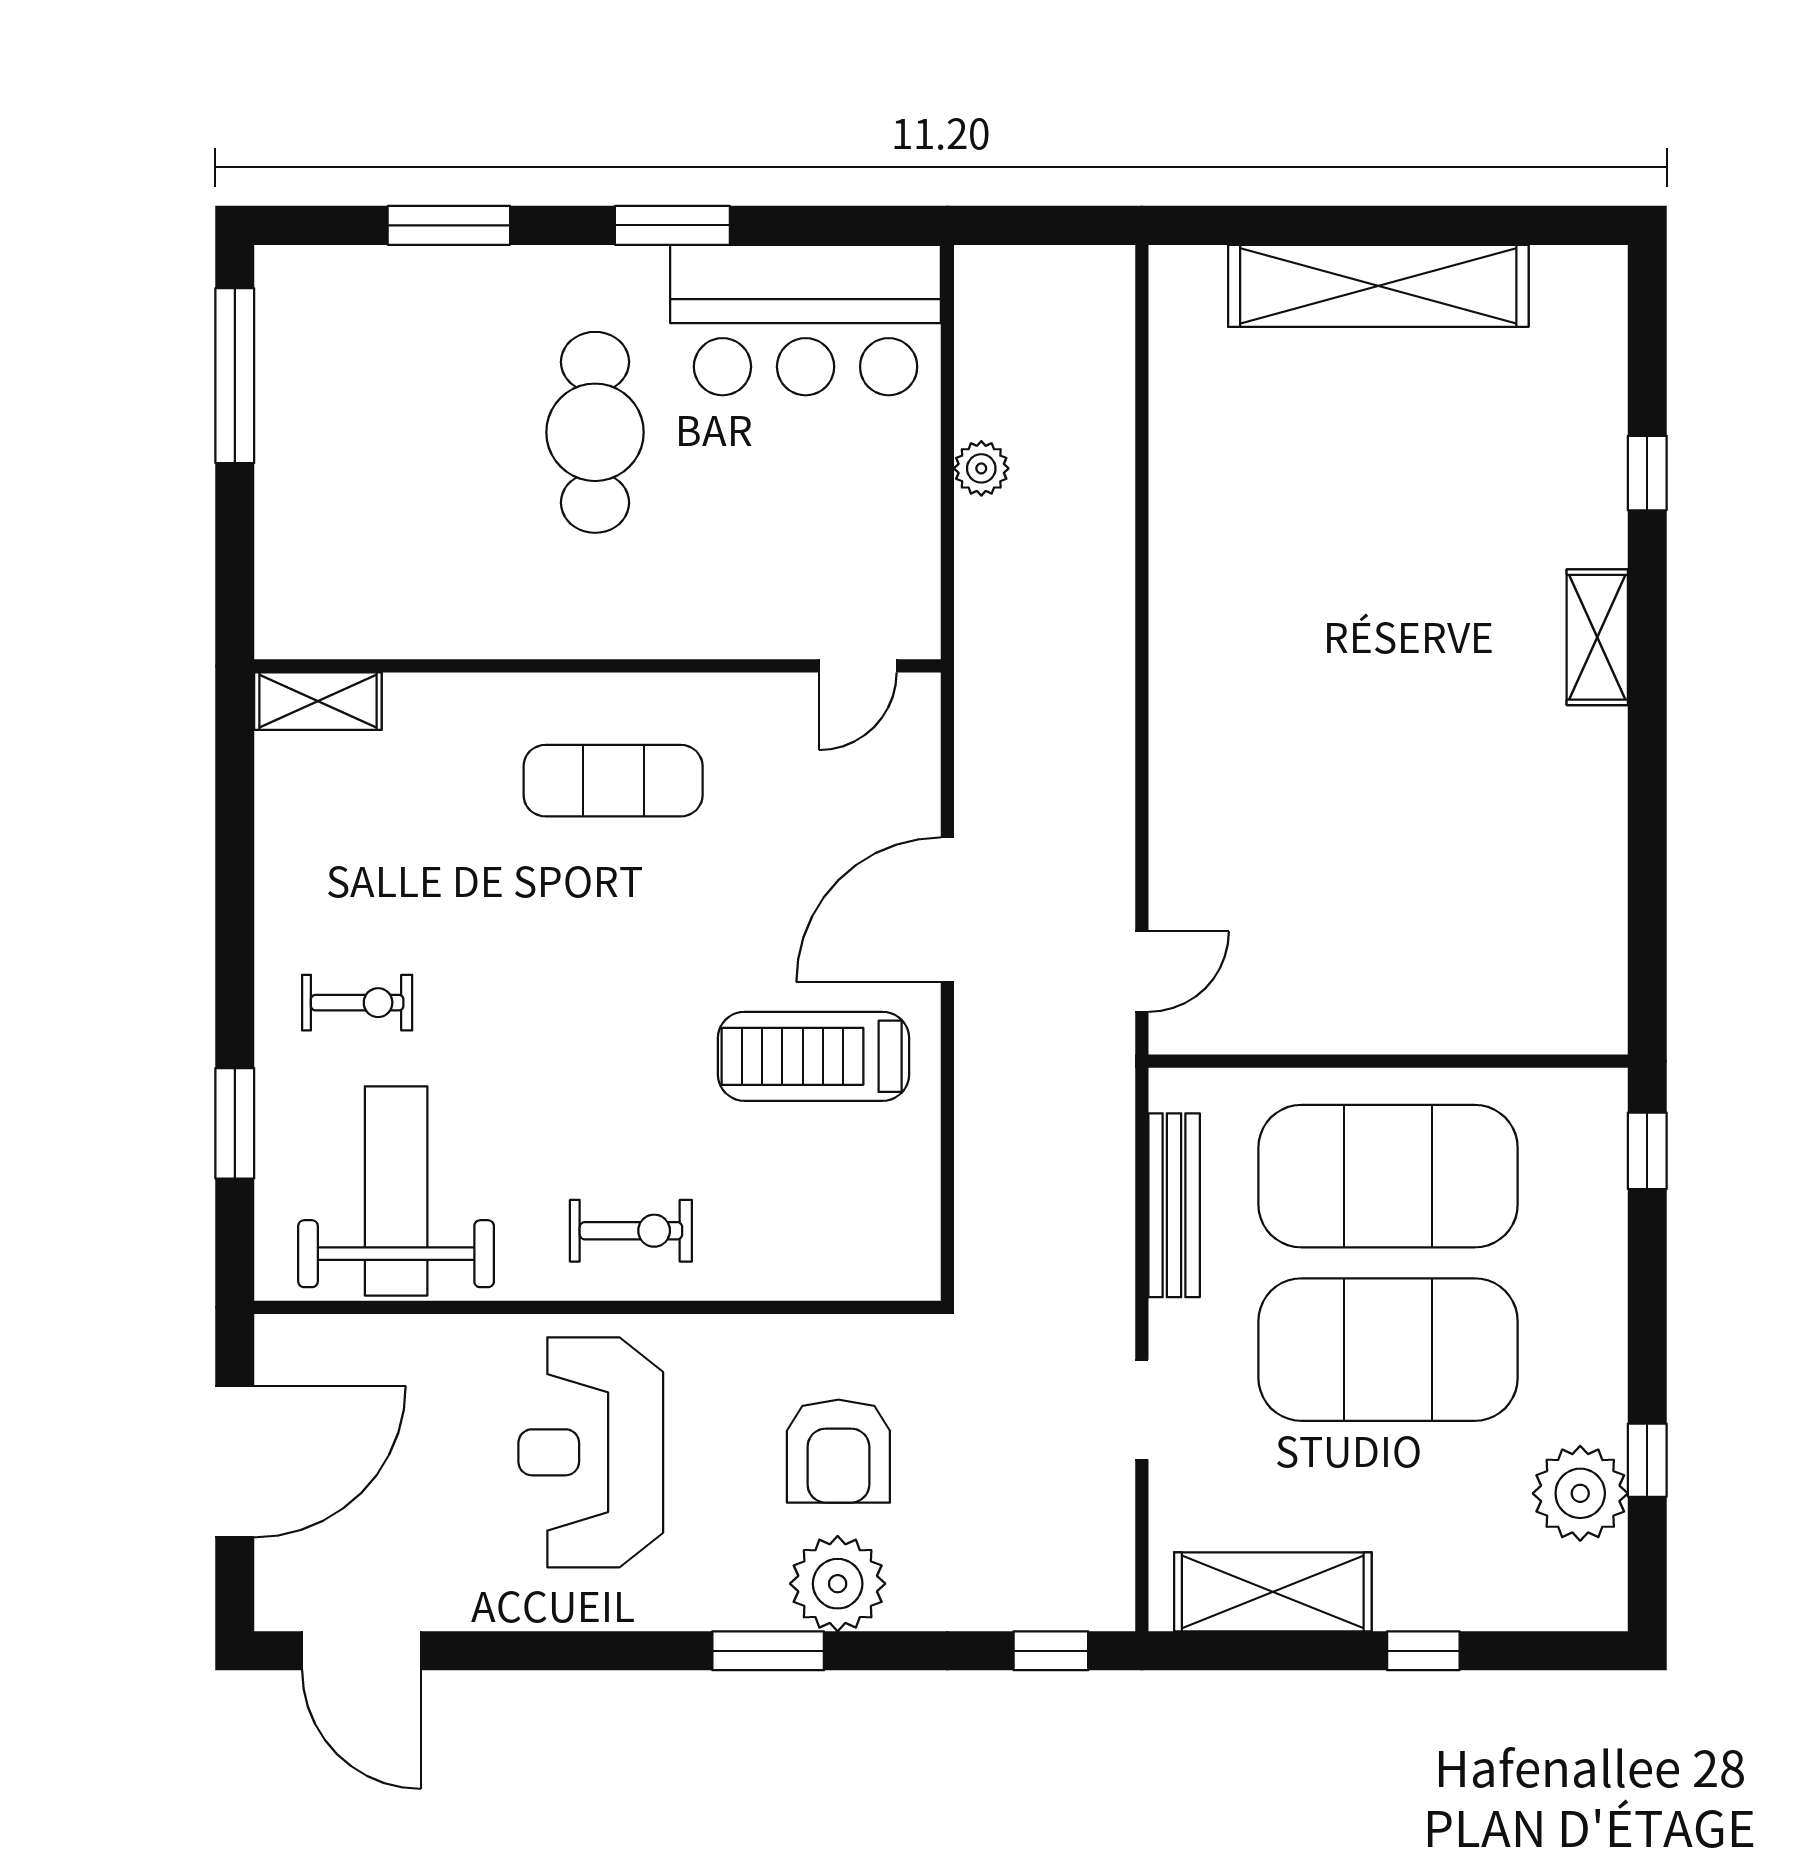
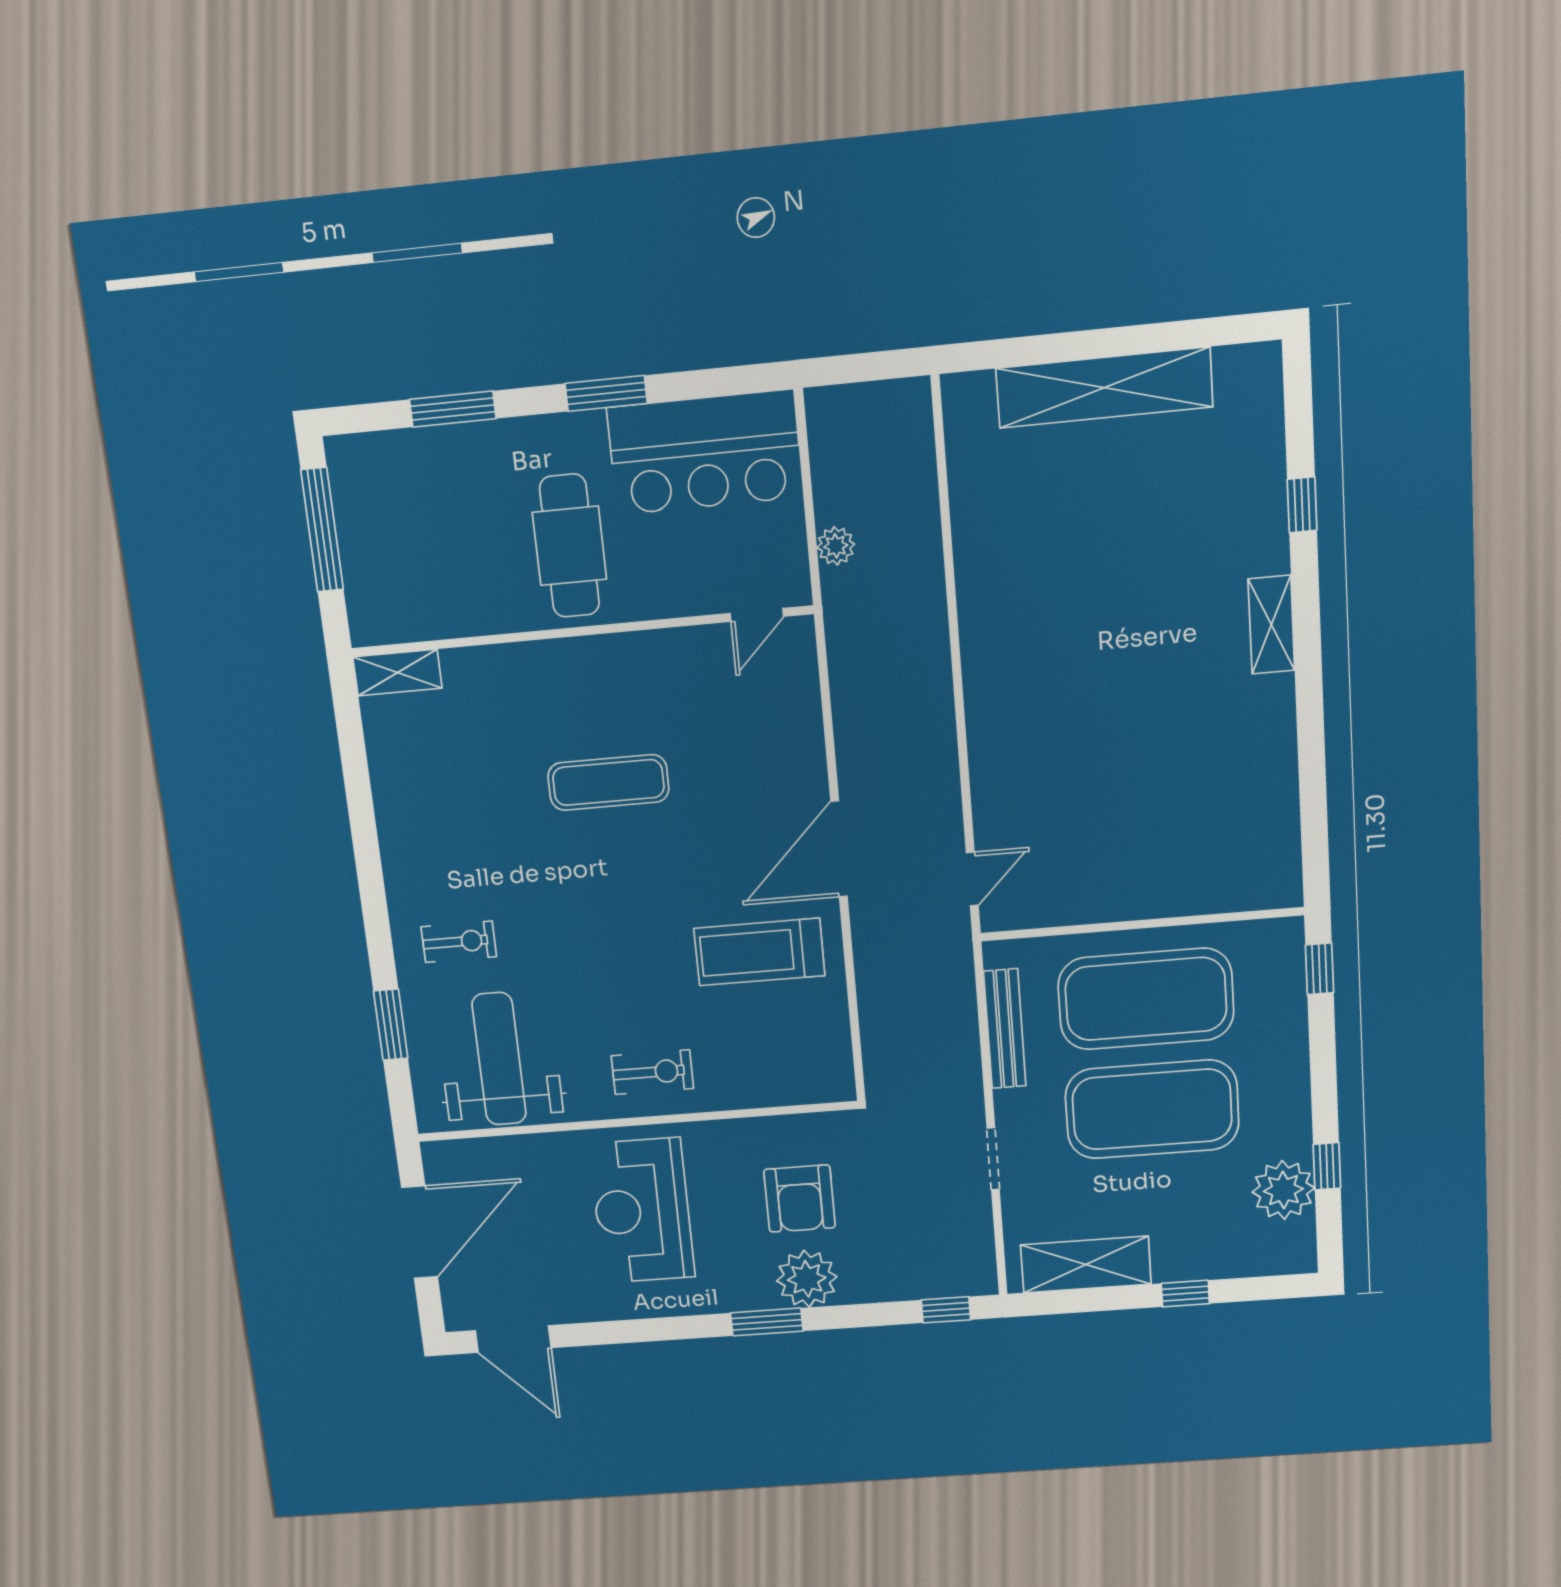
wall: (598, 666) -> (581, 631), moved
door: (858, 666) -> (757, 615), moved
shelving: (318, 701) -> (397, 673), moved

